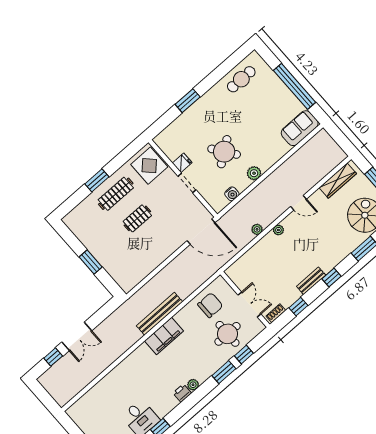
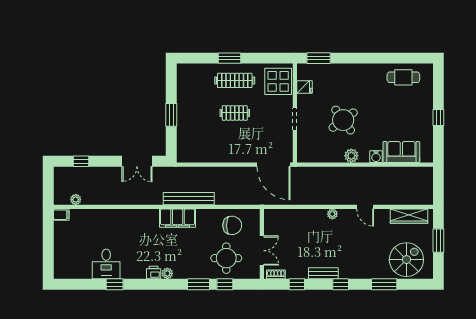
window: (295, 86) -> (438, 117), width x0.32
window: (188, 101) -> (319, 58), moved
sofa: (300, 128) -> (401, 152), moved
fridge: (182, 163) -> (305, 87), moved
water cooler: (232, 194) -> (376, 157), moved
plant: (257, 229) -> (76, 200), moved
double door: (77, 336) -> (137, 161), moved
filing cabinet: (74, 411) -> (61, 215), added

